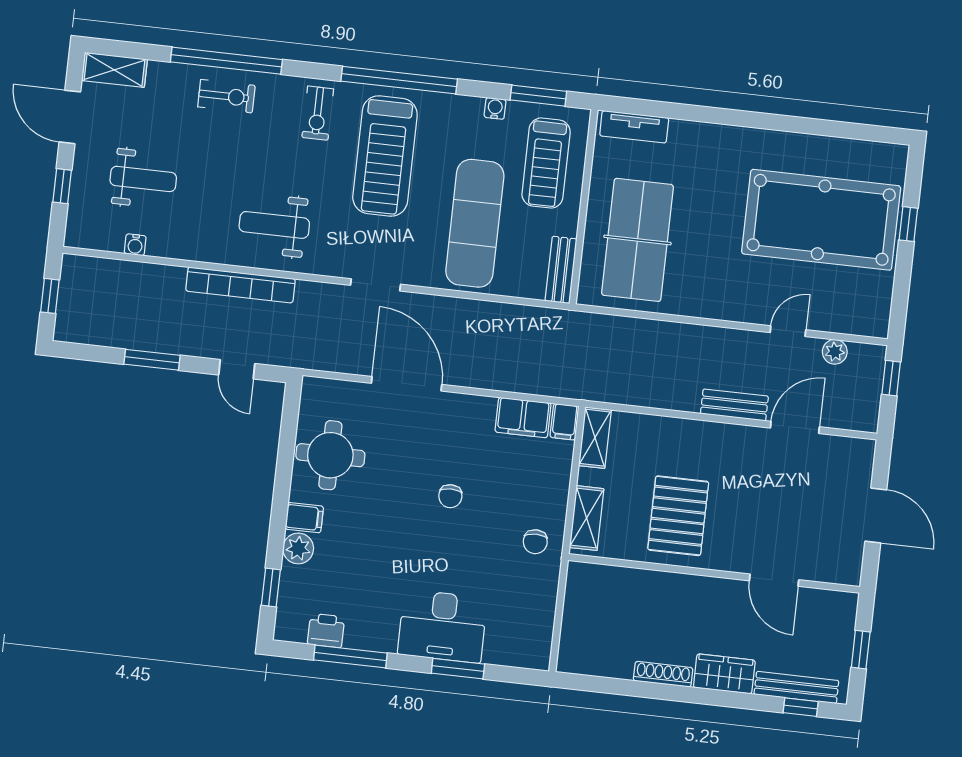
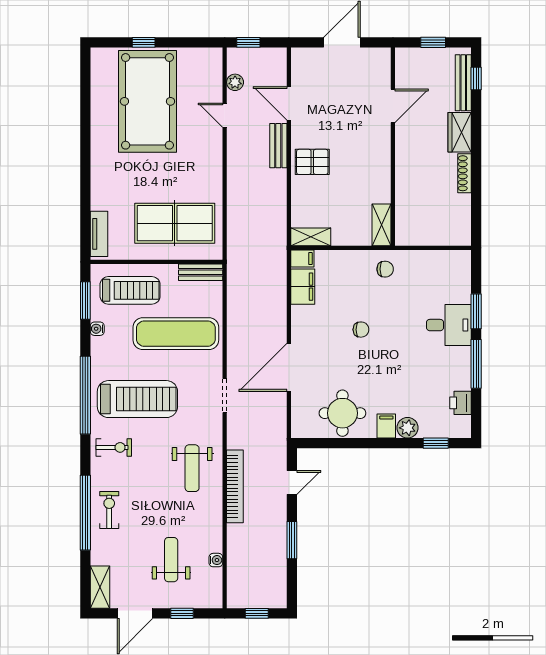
pallet: (678, 516) -> (312, 162), moved, width x0.67, depth x0.71
shelving: (587, 518) -> (382, 225), moved, turned 90
desk: (442, 626) -> (449, 325), width x0.73
window: (350, 657) -> (476, 364), moved

